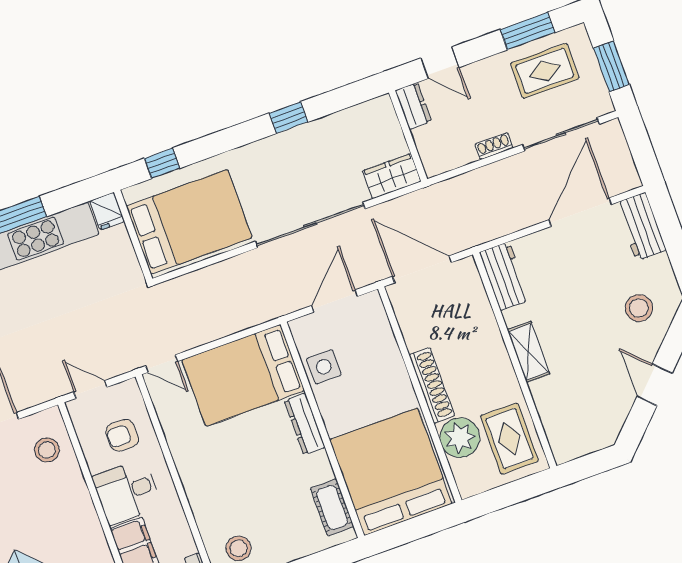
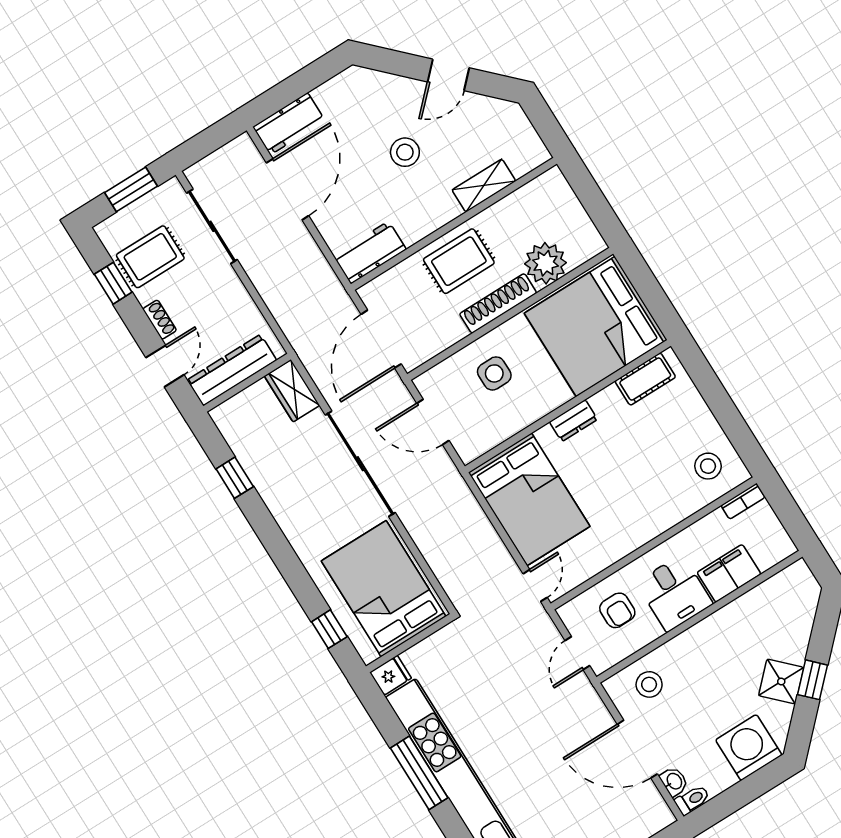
window: (528, 31) -> (113, 283), width x0.67
rug: (545, 71) -> (150, 257), turned 90
dresser: (413, 106) -> (232, 370), width x1.96, depth x1.24
window: (289, 118) -> (235, 478), moved
shoe rack: (494, 146) -> (160, 320), moved, turned 180
door: (580, 212) -> (288, 189), swing flipped
stool: (639, 308) -> (405, 152), moved
shelving: (529, 352) -> (484, 186), moved
side table: (324, 367) -> (494, 373), moved
dresser: (305, 424) -> (573, 421), width x0.70
rug: (509, 438) -> (459, 261), moved

